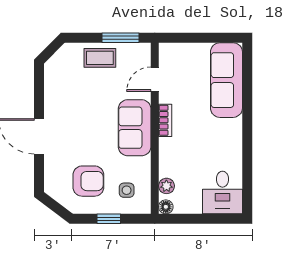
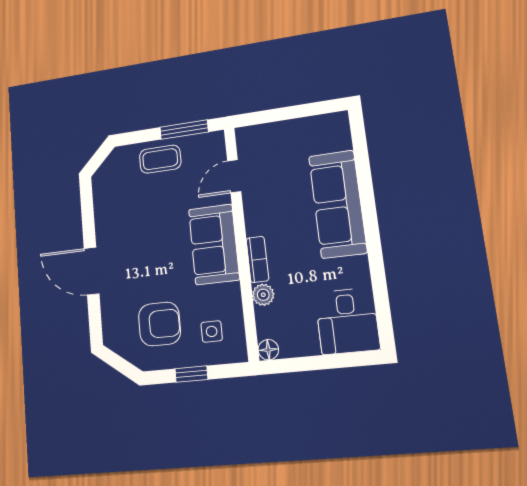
sofa: (226, 80) -> (338, 204), moved
bookcase: (165, 120) -> (257, 259), moved
plant: (166, 186) -> (263, 295), moved

